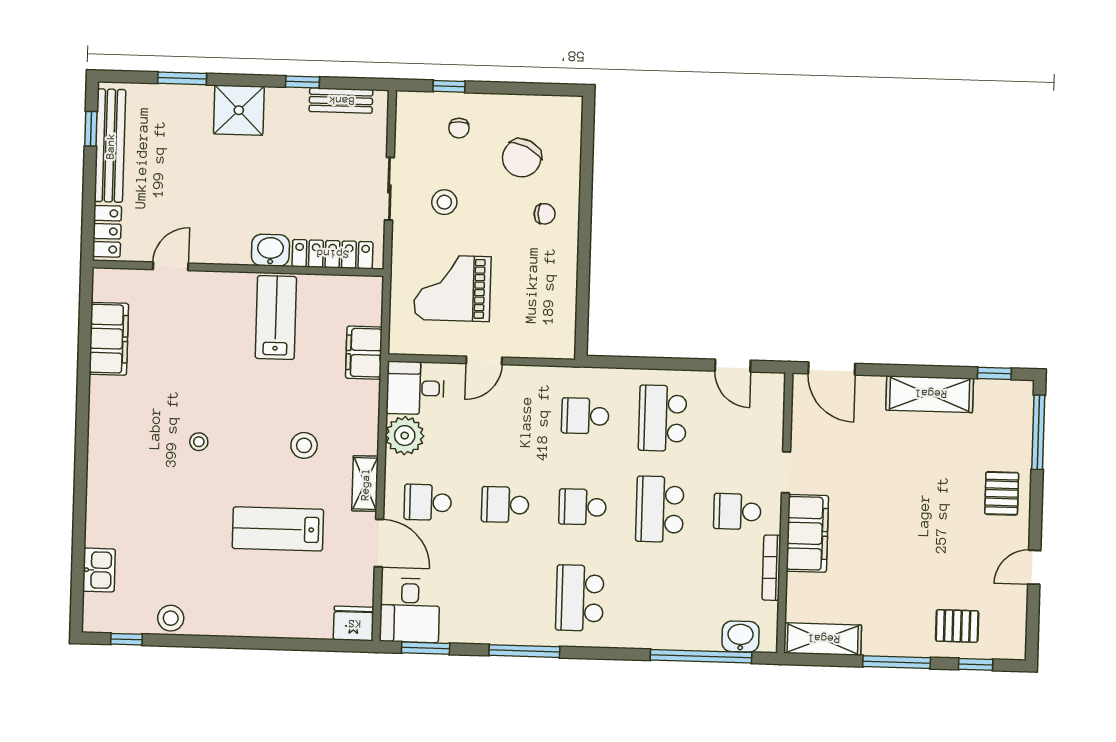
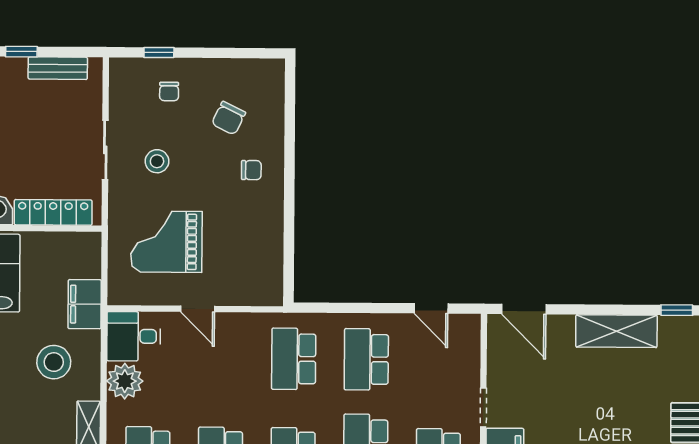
chair: (522, 158) -> (229, 118), width x0.73, depth x0.73
door: (484, 360) -> (198, 309), hinge flipped
school desk: (585, 416) -> (294, 359), width x1.85
stool: (304, 445) -> (54, 362), moved, width x1.38, depth x1.38

